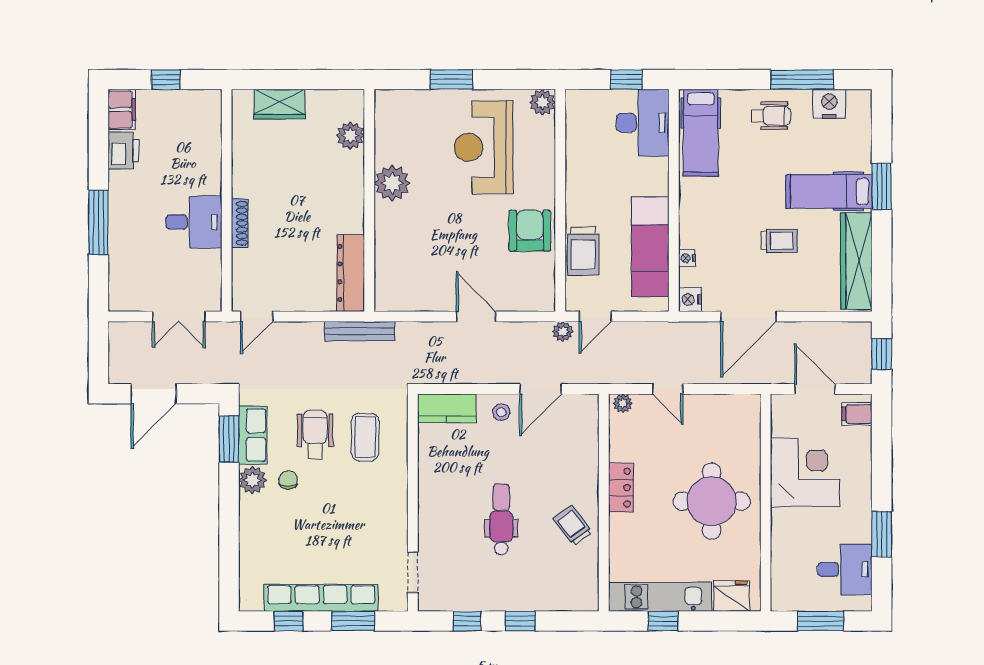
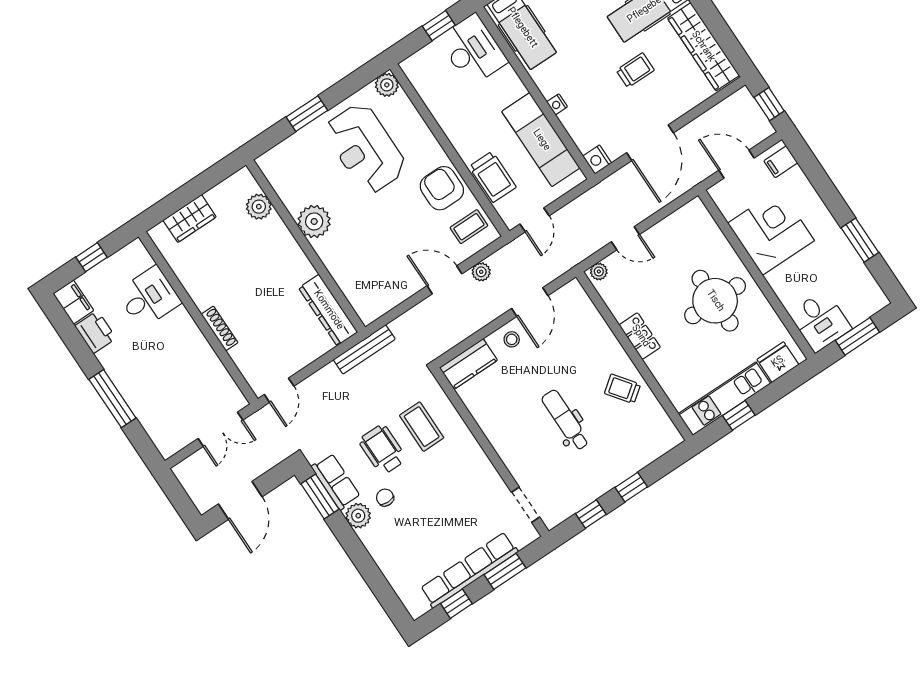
desk: (194, 222) -> (149, 297), moved
nightstand: (687, 258) -> (557, 104), moved
coffee table: (531, 283) -> (469, 227), added
plant: (563, 332) -> (481, 272), moved
desk: (845, 569) -> (820, 321), moved, turned 90

